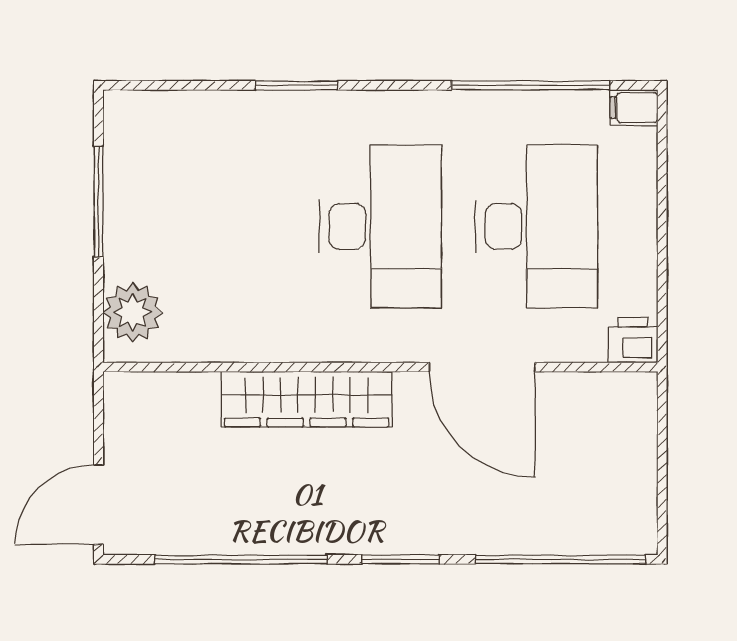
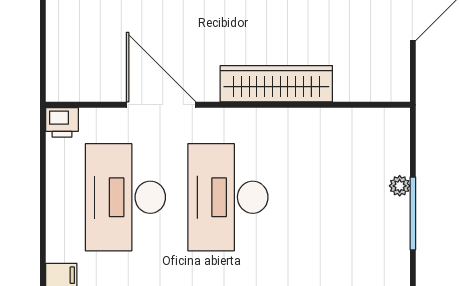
plant: (133, 312) -> (400, 186), moved, width x0.53, depth x0.53

